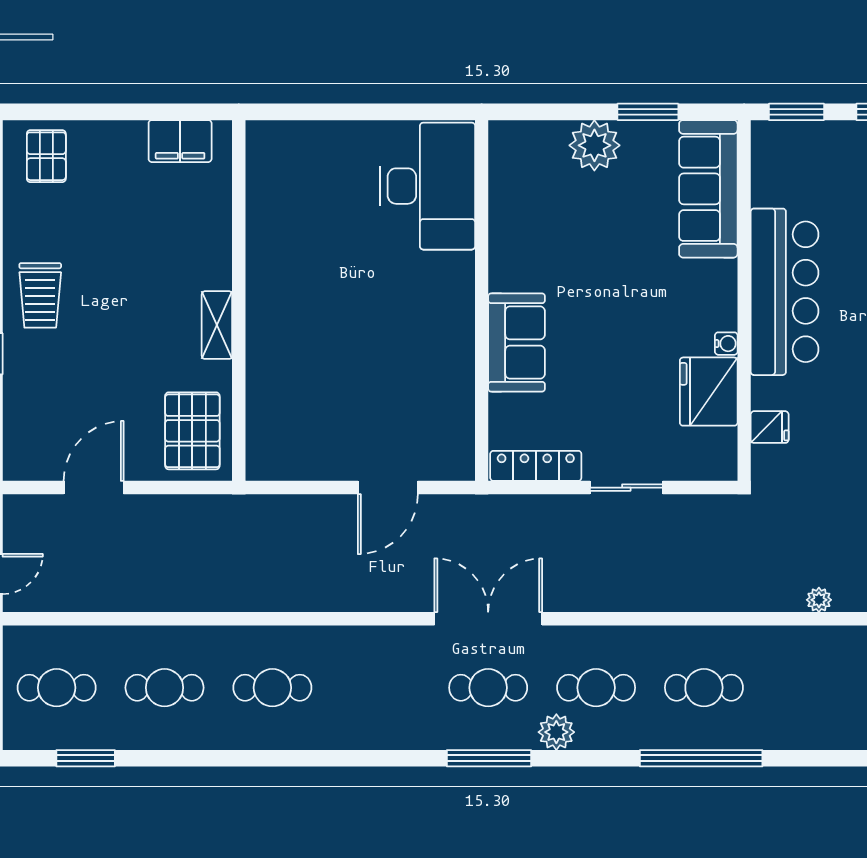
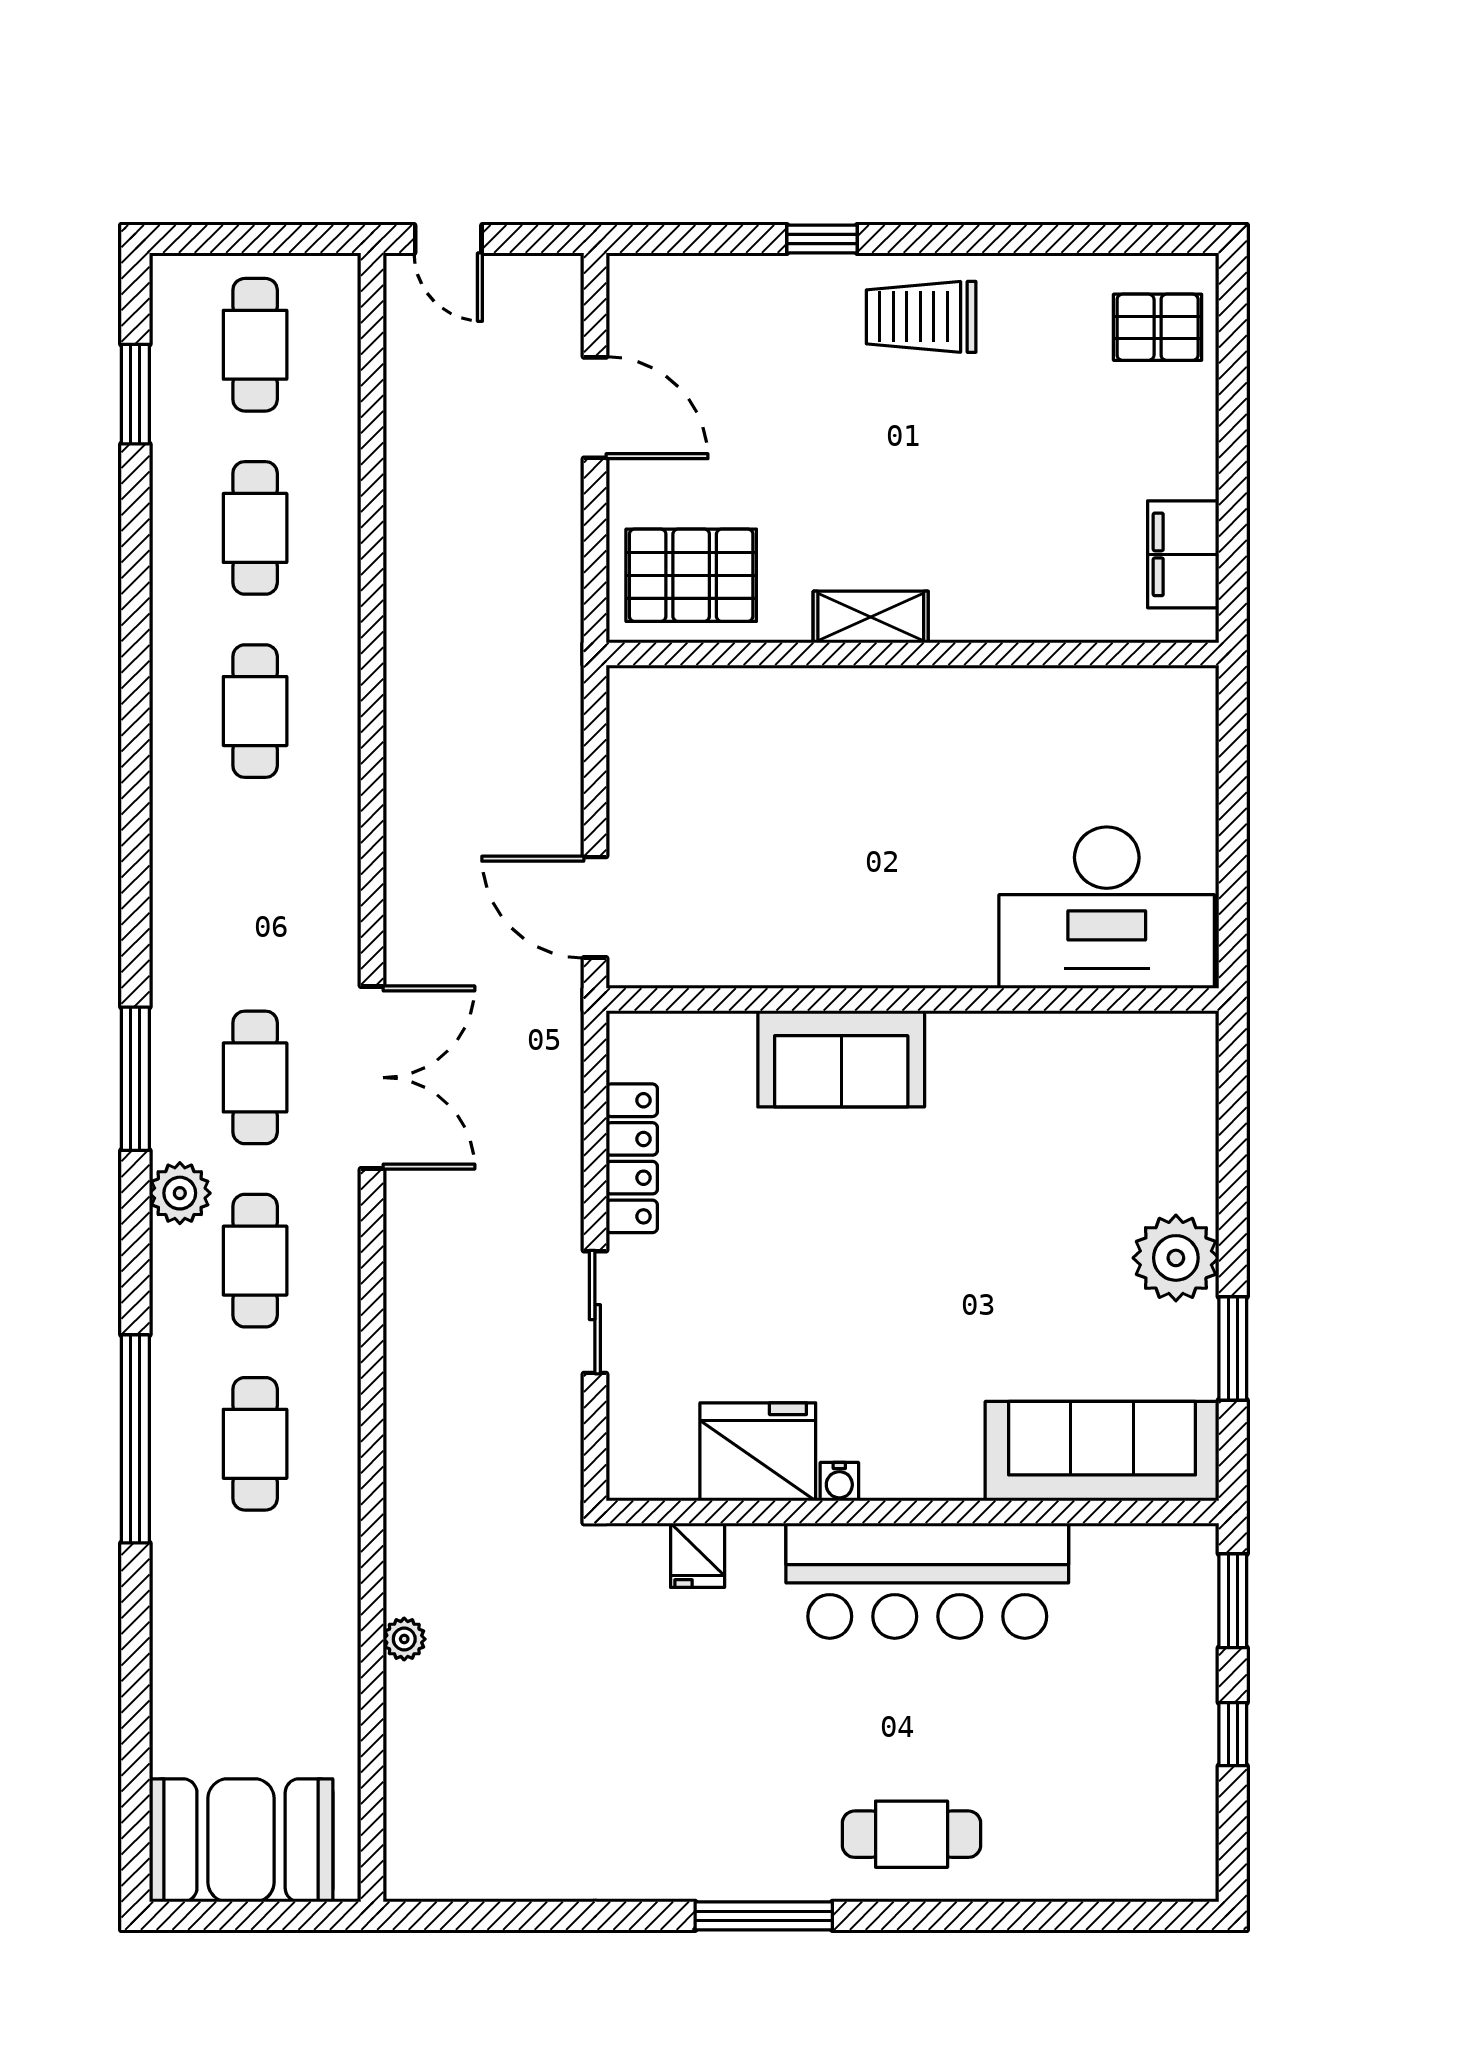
desk: (428, 186) -> (1107, 908), moved
wall: (482, 301) -> (912, 999), moved
sofa: (517, 342) -> (841, 1059), moved

